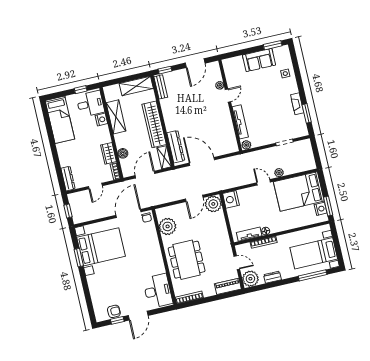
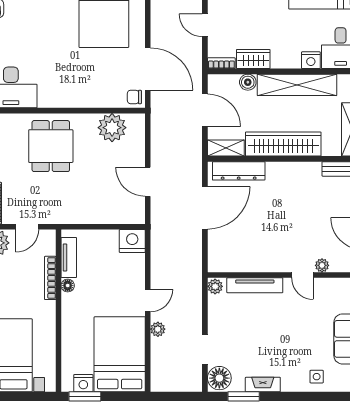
shelving: (116, 117) -> (297, 85), width x1.47
floor lamp: (299, 130) -> (219, 378), added
plant: (213, 204) -> (131, 210), removed
dining table: (187, 260) -> (51, 146), width x0.73

